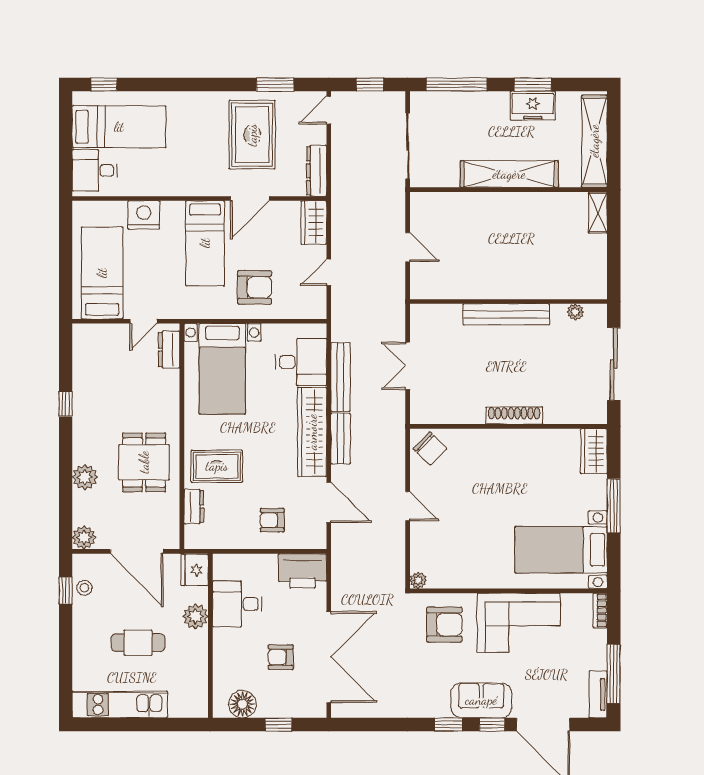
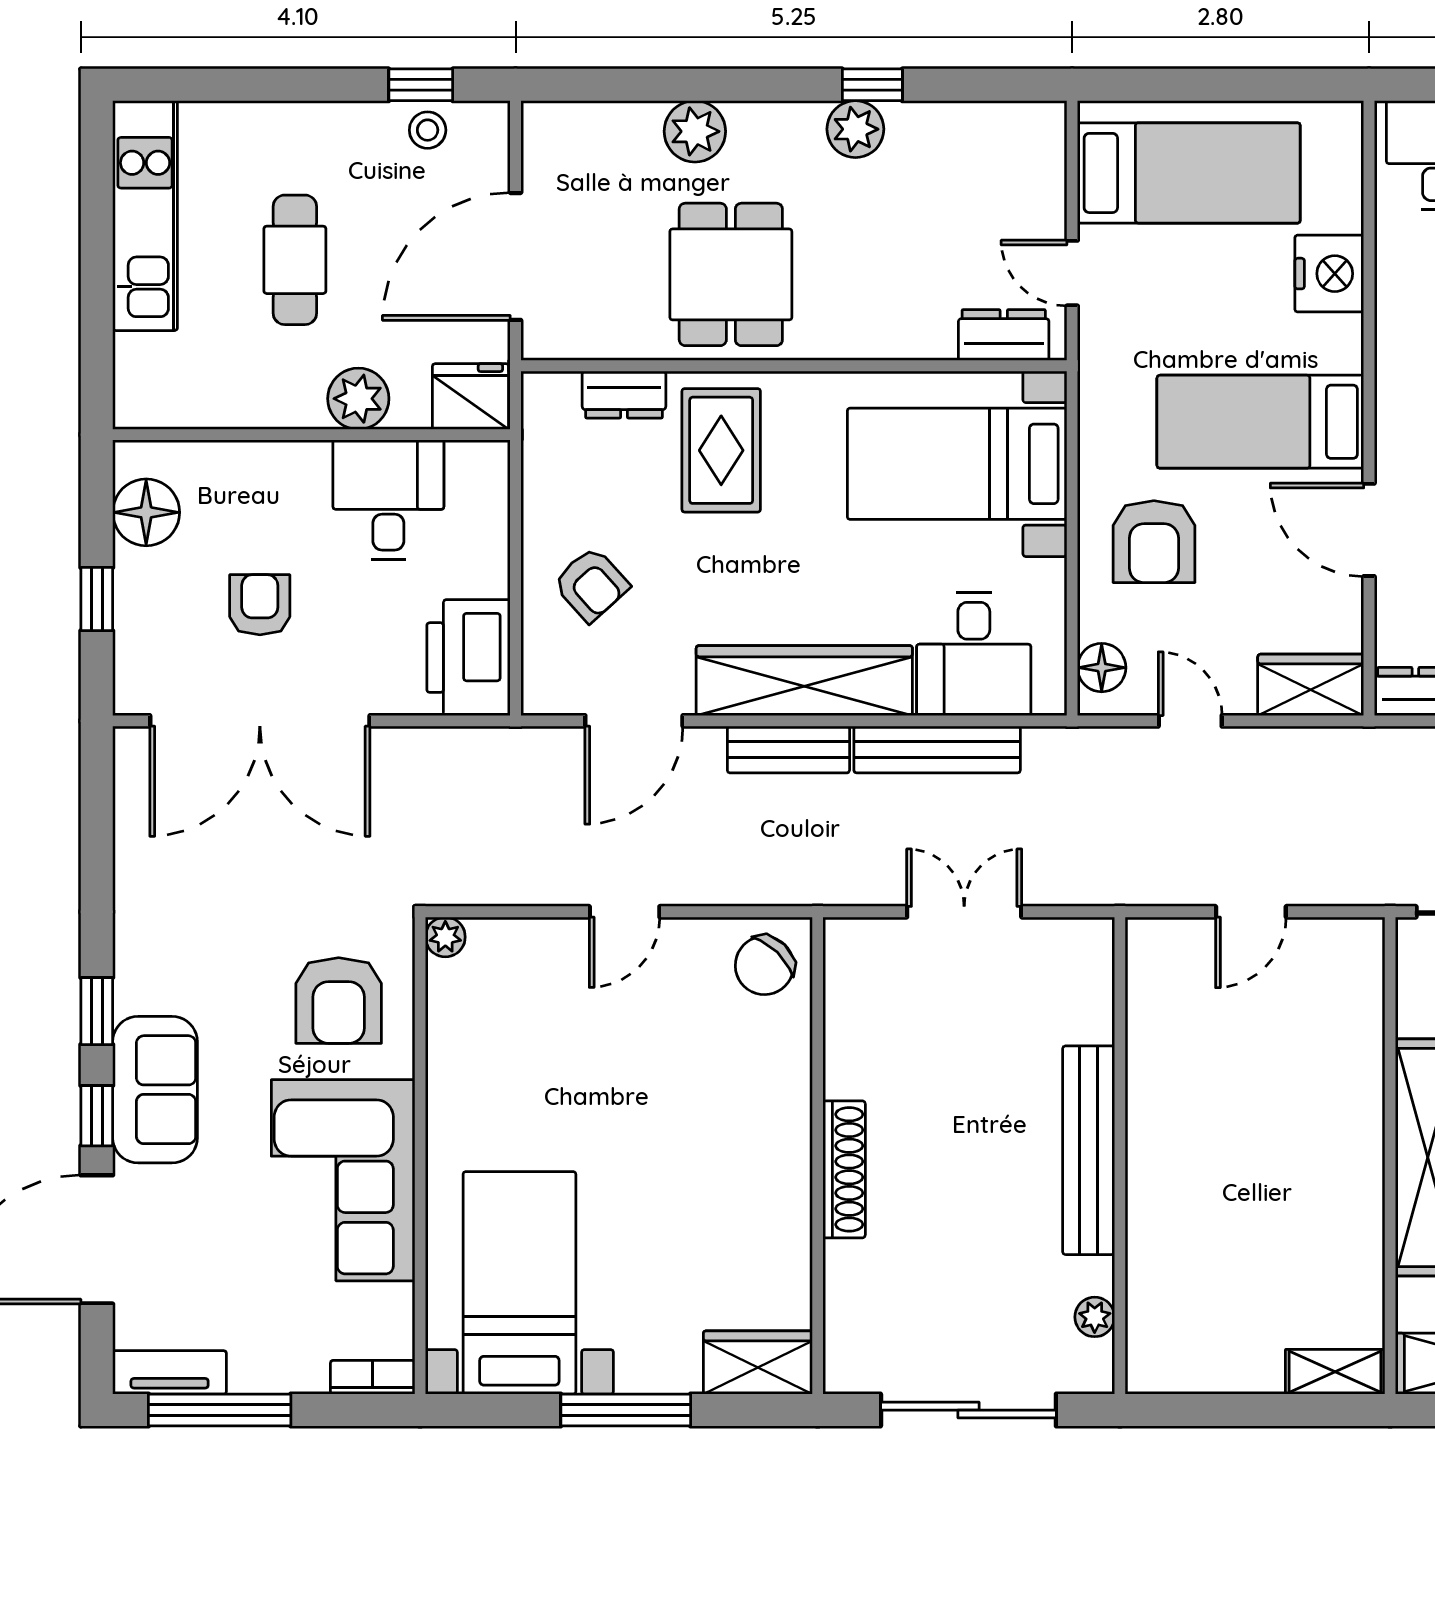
floor lamp: (307, 309) -> (1102, 668), added
dining table: (144, 462) -> (731, 274), turned 90
armchair: (272, 520) -> (591, 584), turned 138
plant: (84, 537) -> (855, 129), moved

